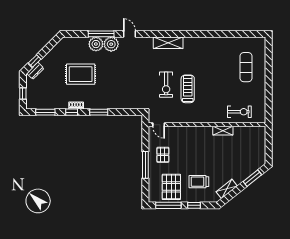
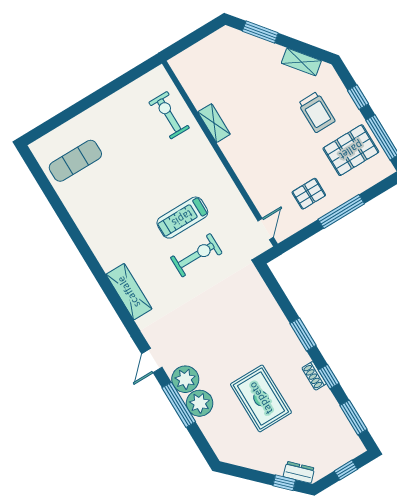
exercise mat: (246, 67) -> (75, 161), moved

